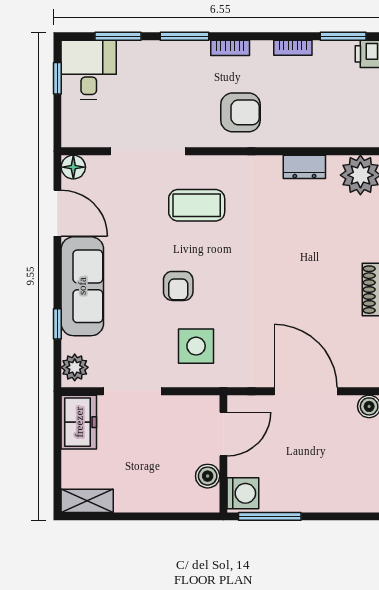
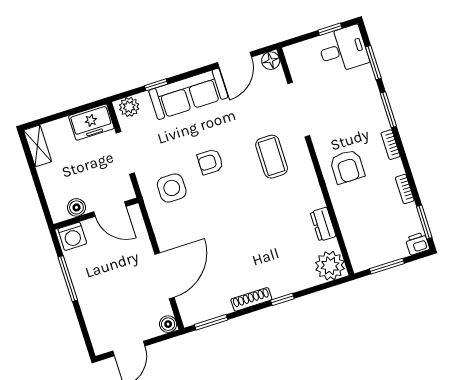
door: (223, 434) -> (110, 209), moved
wall: (223, 454) -> (96, 214), moved
boiler: (208, 476) -> (76, 207), moved
washing machine: (243, 493) -> (72, 236), moved

